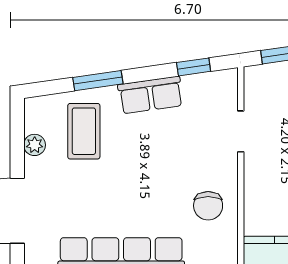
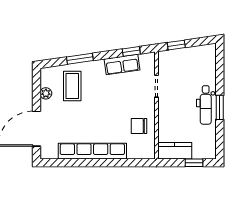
row of seats: (151, 95) -> (122, 65), moved
chair: (208, 206) -> (139, 126), turned 90

